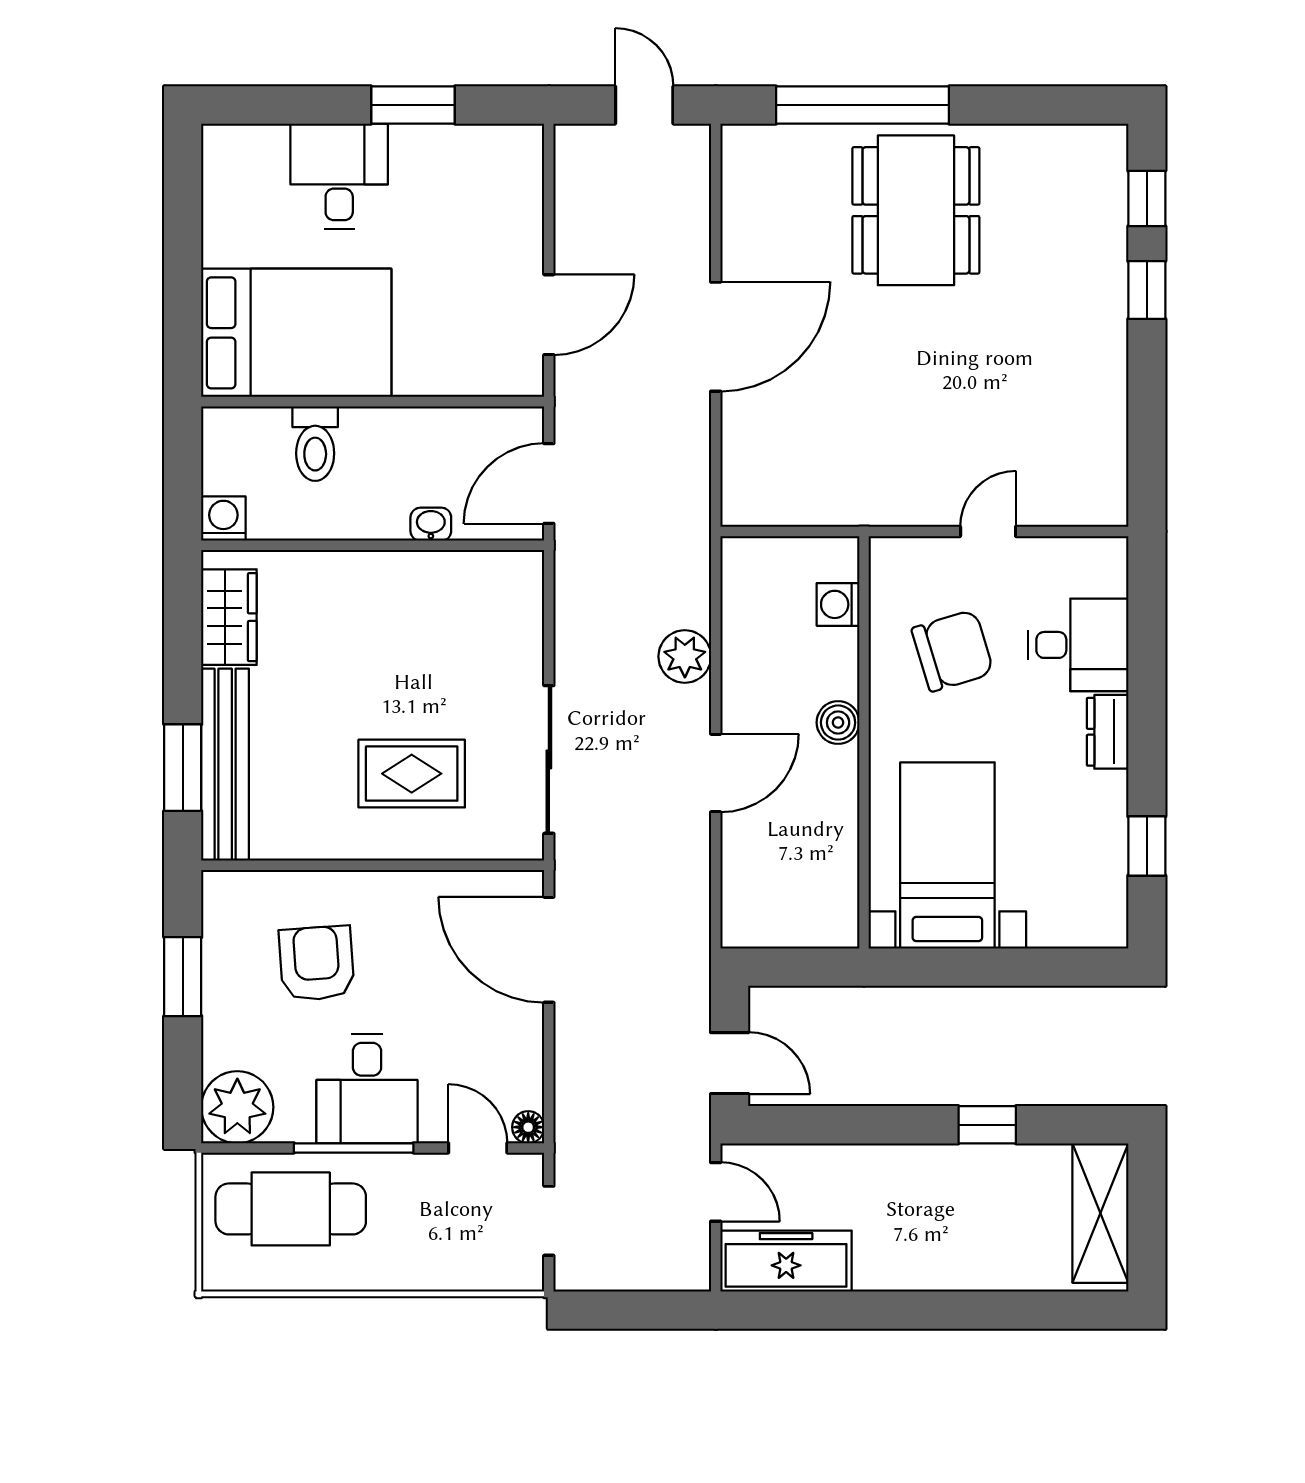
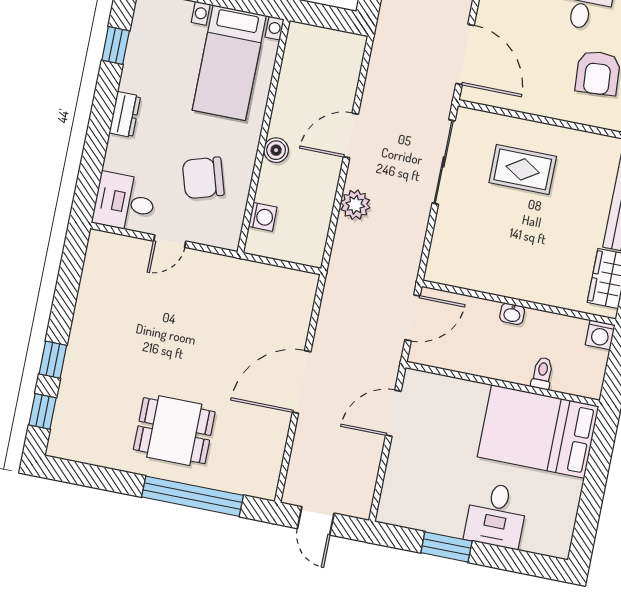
dining table: (916, 210) -> (174, 431), width x0.73
toilet: (315, 444) -> (542, 373), width x0.73, depth x0.72
washbasin: (431, 524) -> (512, 314), moved
desk: (1078, 645) -> (124, 202), moved

